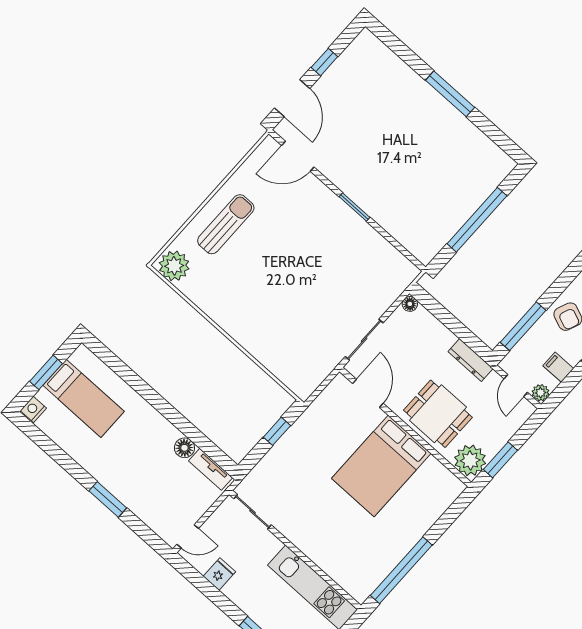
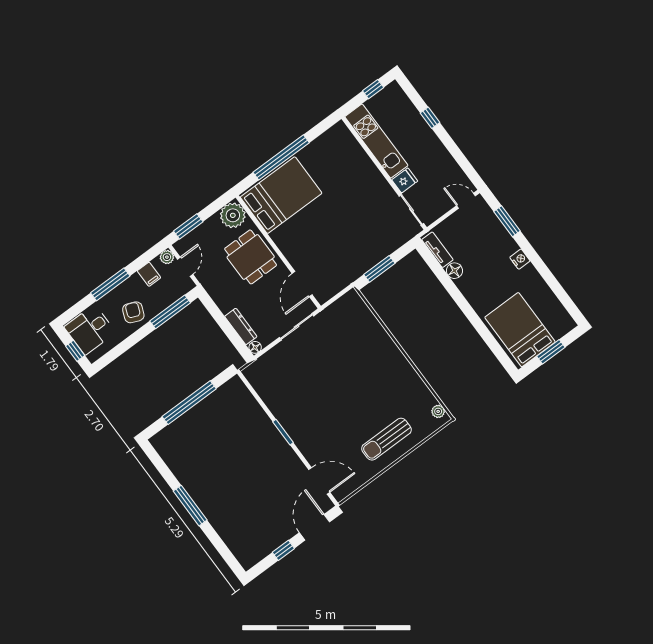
plant: (174, 266) -> (438, 411), width x0.53, depth x0.53
dresser: (470, 360) -> (241, 326), moved
bed: (84, 398) -> (520, 330), width x1.50
nightstand: (33, 409) -> (520, 259), moved, turned -90
window: (277, 431) -> (379, 269), width x1.50
window: (500, 460) -> (188, 226), moved
bed: (381, 466) -> (281, 195), moved
window: (108, 499) -> (507, 221), moved
window: (401, 570) -> (281, 157), moved
fridge: (219, 574) -> (405, 180), moved, turned 180

